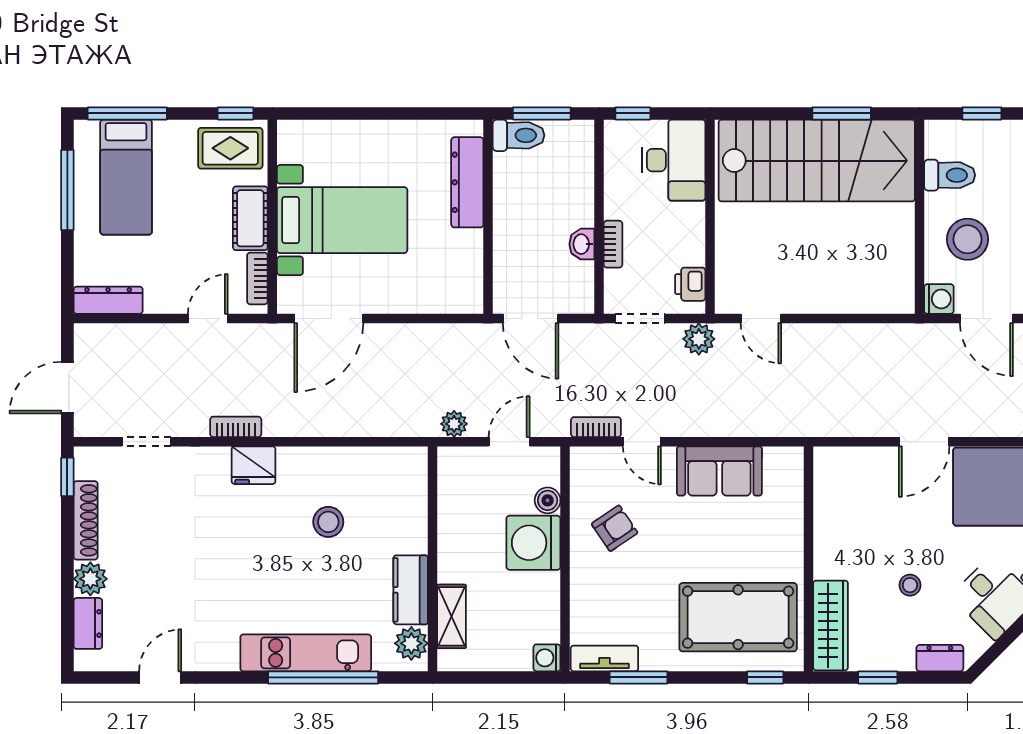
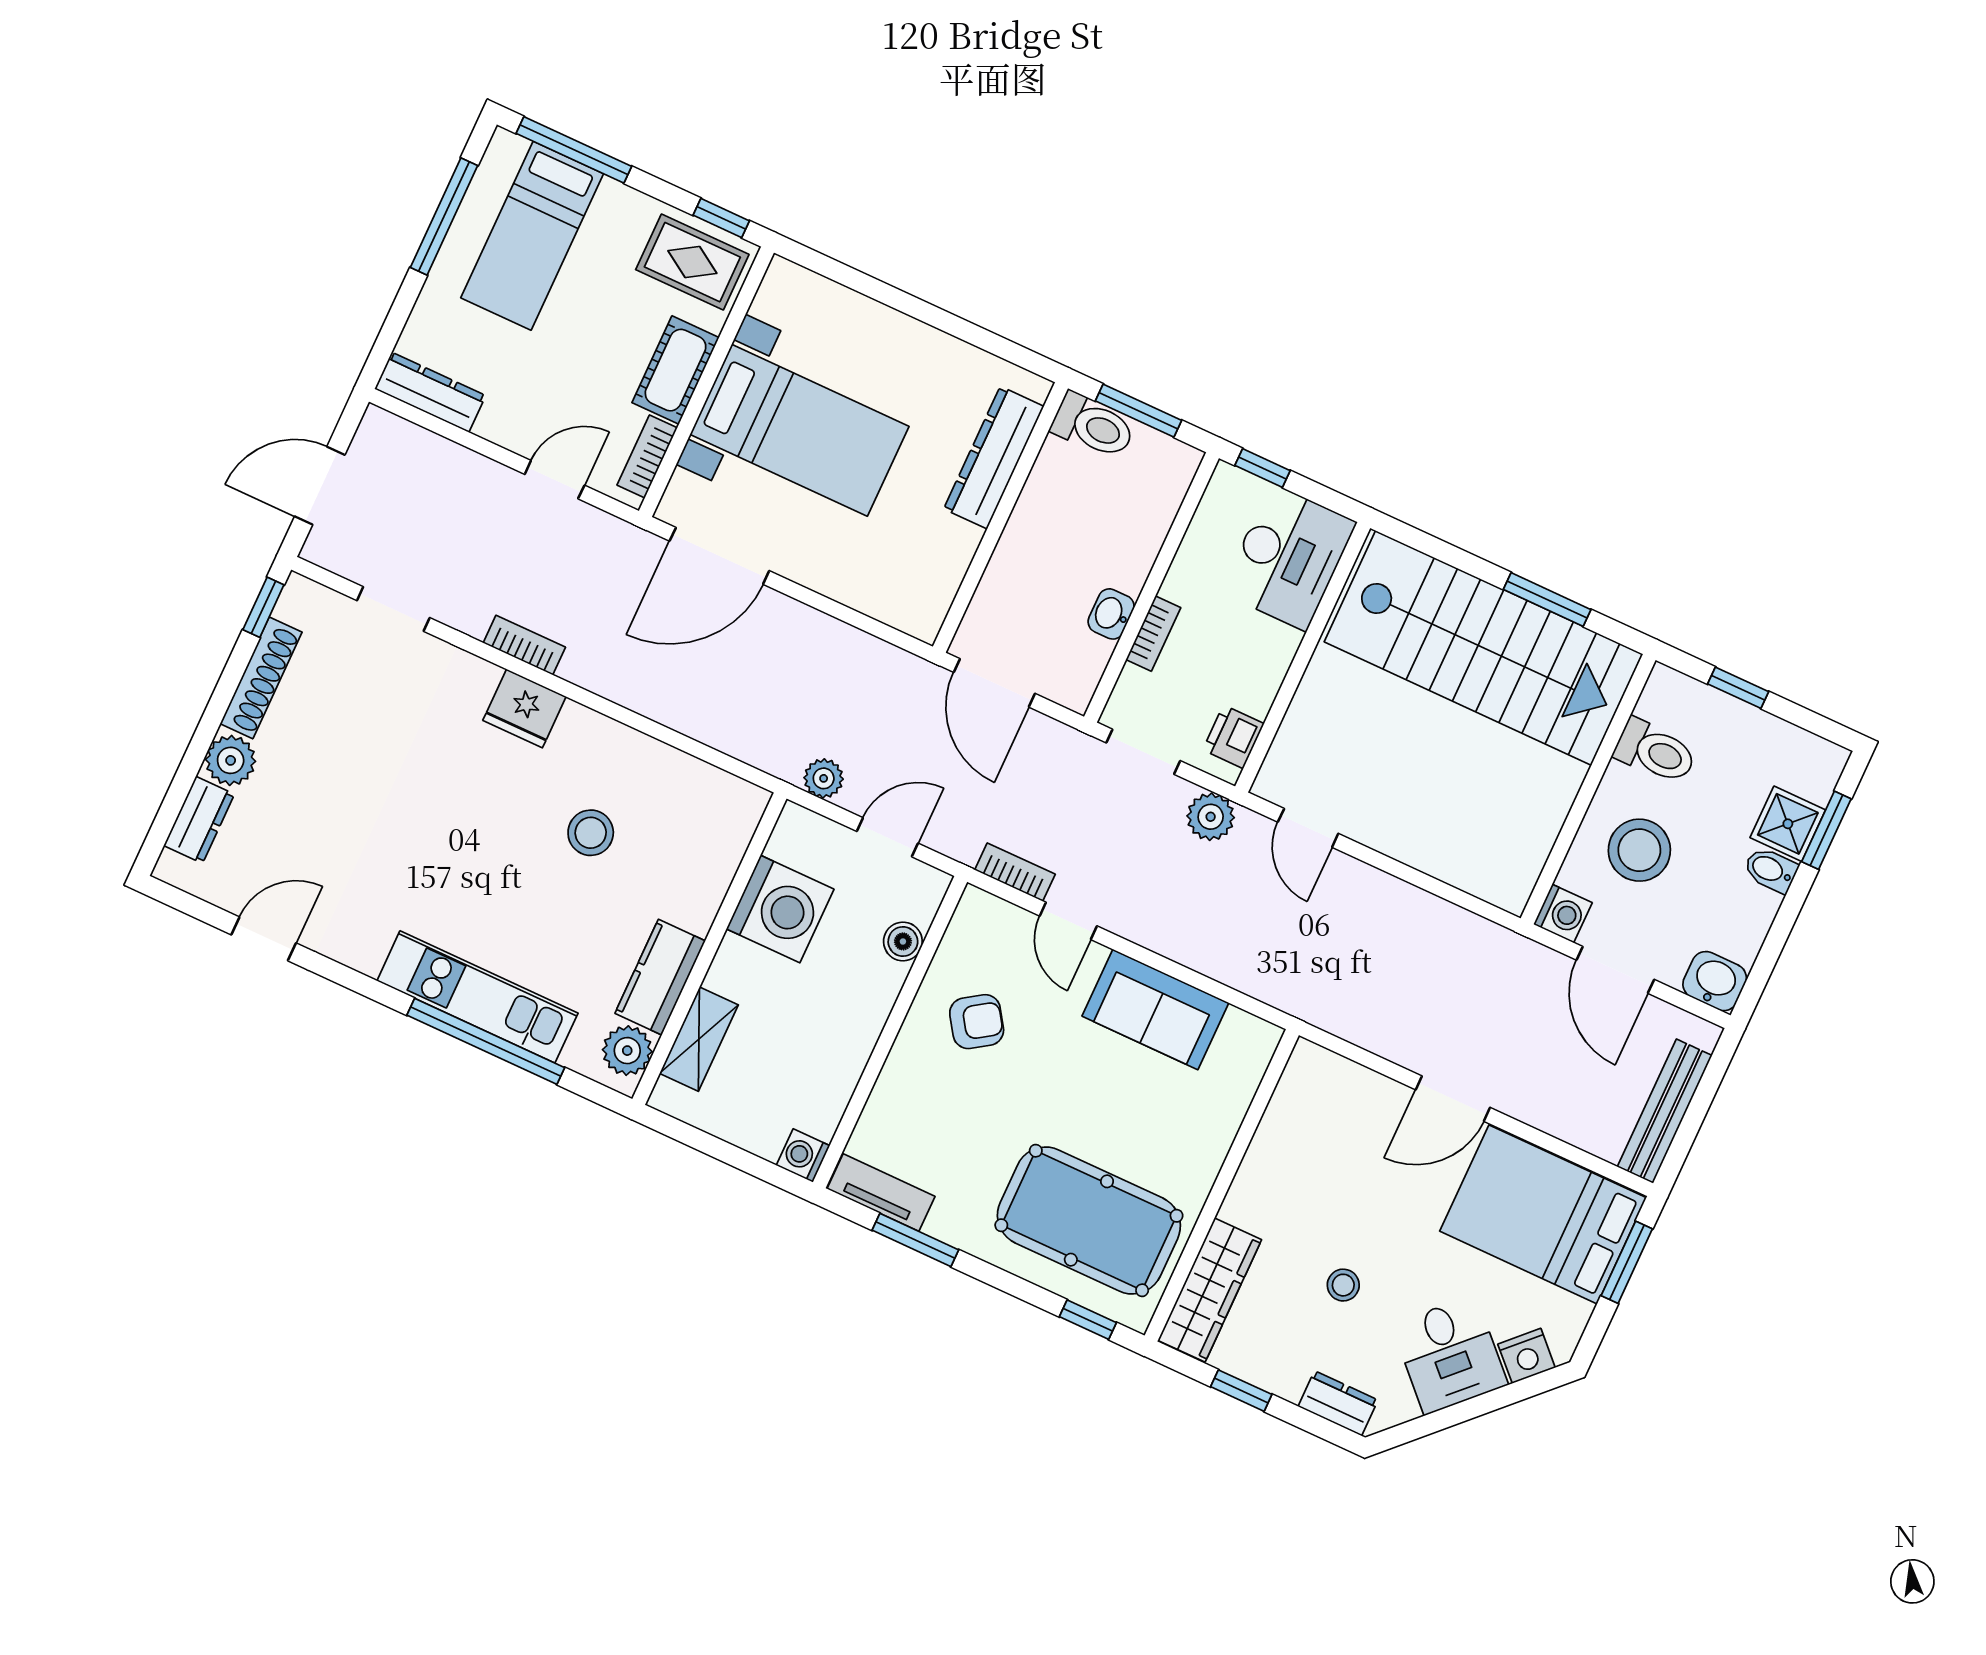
washing machine: (533, 543) -> (780, 909), moved, turned 180

